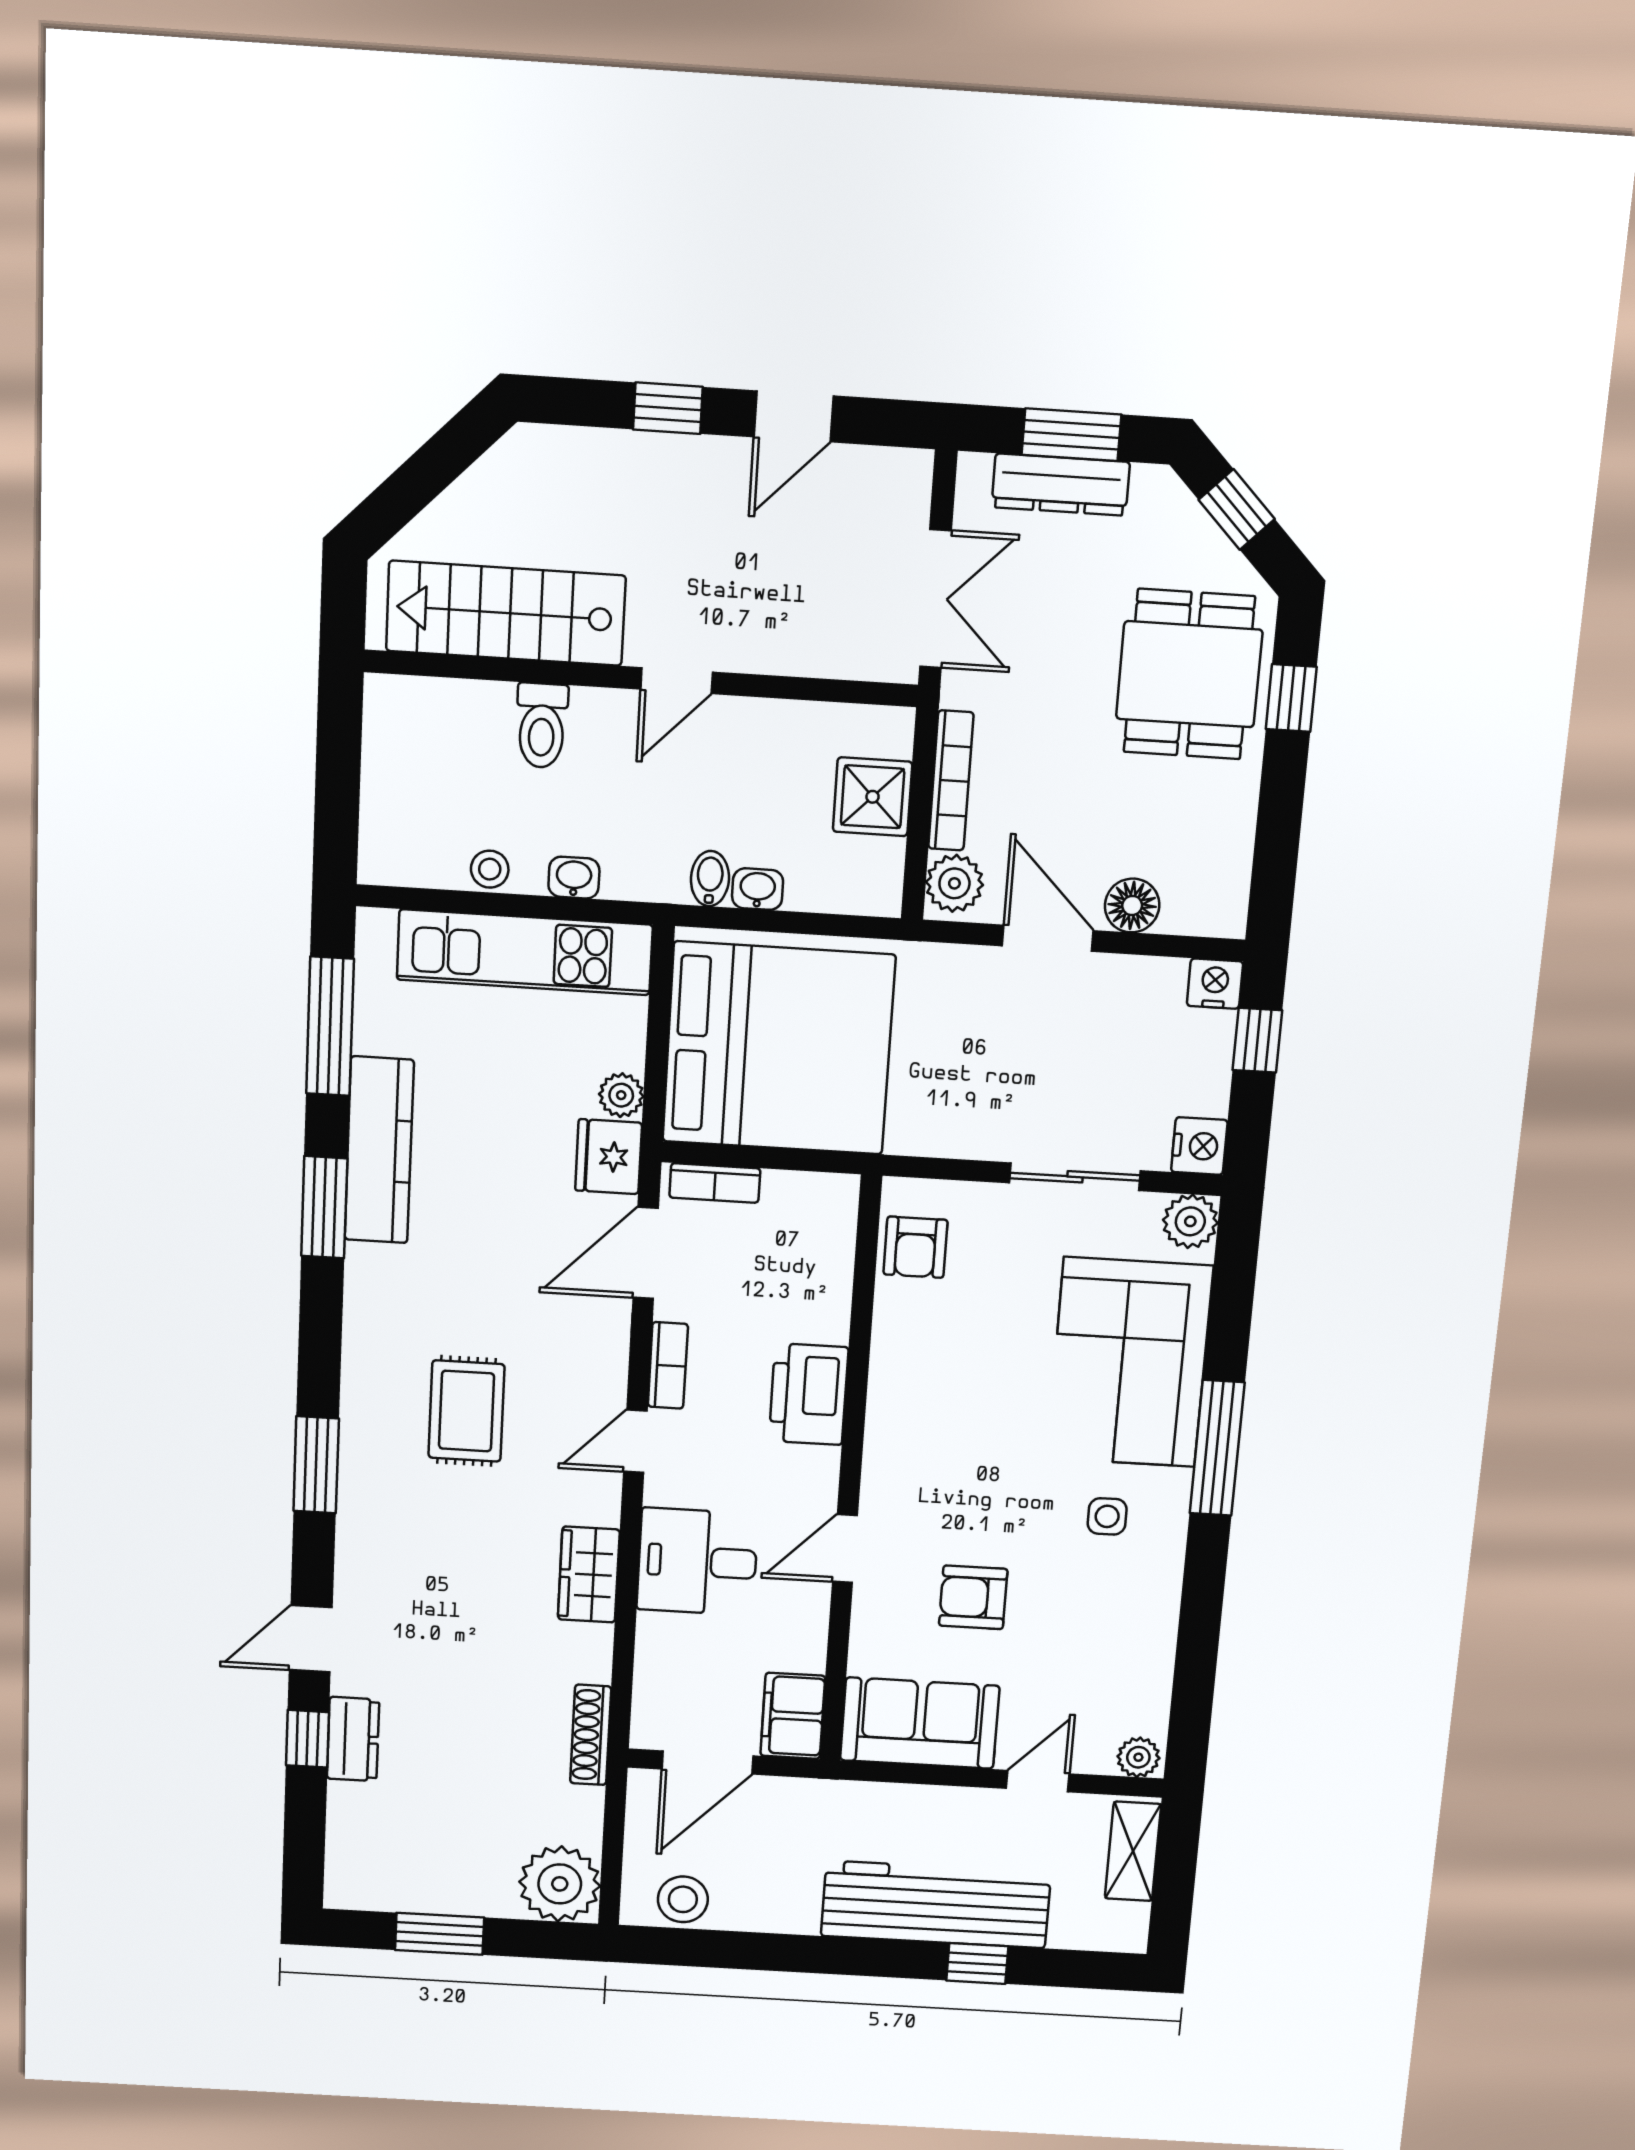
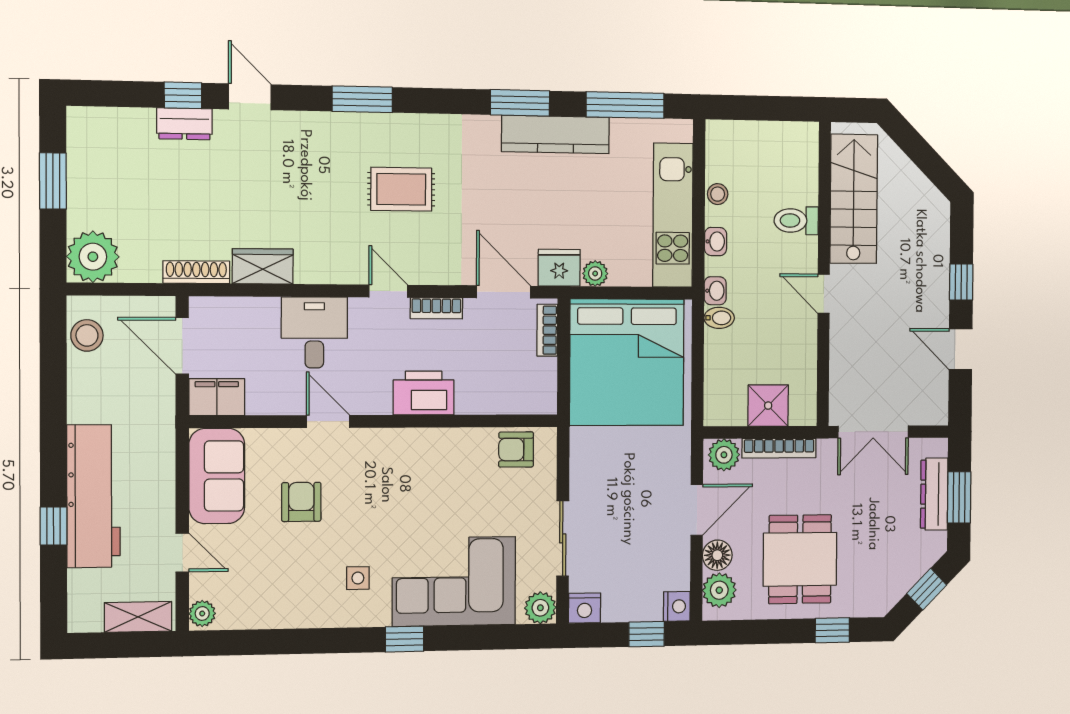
dining table: (1189, 674) -> (800, 559), moved, turned 90
washbasin: (758, 889) -> (715, 291), moved
plant: (1195, 905) -> (719, 590), added
window: (1217, 1448) -> (405, 639), width x0.46
wardrobe: (589, 1575) -> (263, 266), moved

